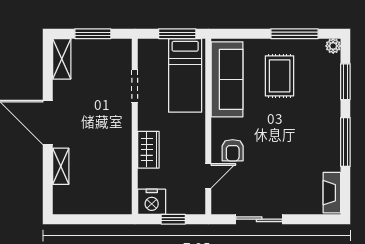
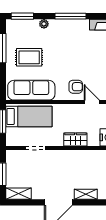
plant: (333, 46) -> (44, 24), moved
window: (345, 82) -> (22, 16), moved

